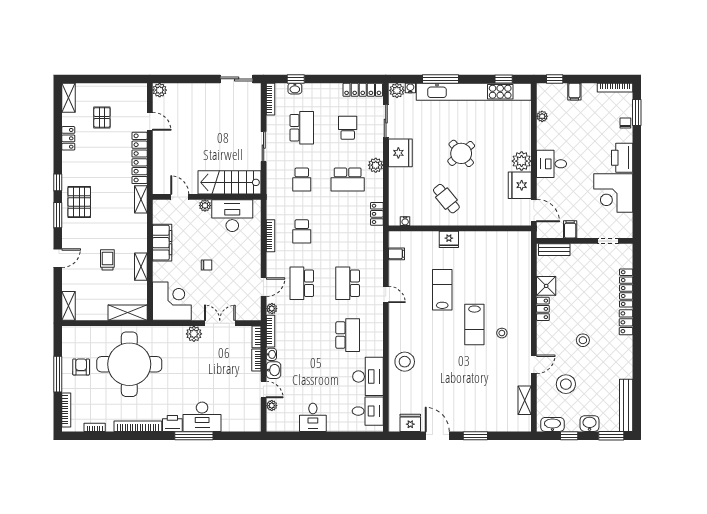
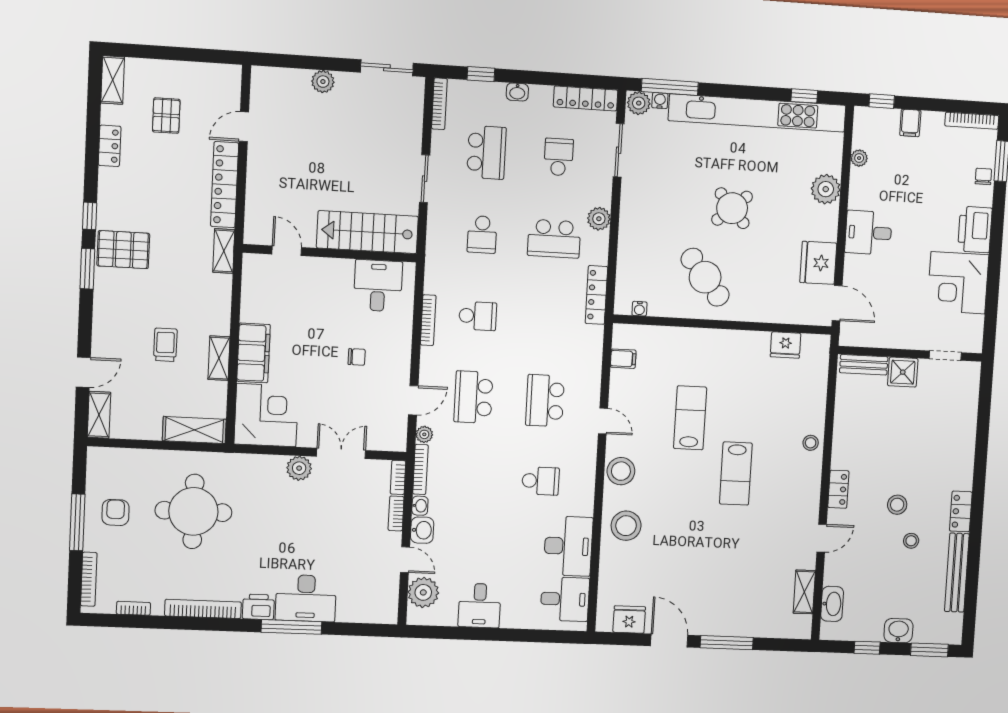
window: (441, 79) -> (670, 87), moved
washbasin: (295, 89) -> (517, 92), moved
plant: (160, 90) -> (323, 82), moved
door: (150, 121) -> (244, 127), swing flipped
fridge: (400, 153) -> (638, 202), removed
plant: (522, 161) -> (826, 189), moved
cafe table: (446, 199) -> (705, 277), width x1.37, depth x1.35
pallet: (79, 202) -> (123, 250), turned 90
plant: (205, 206) -> (326, 267), removed
locker: (377, 214) -> (596, 295), width x1.53
desk: (232, 216) -> (378, 286), width x0.73
filing cabinet: (570, 229) -> (890, 335), removed
school desk: (302, 231) -> (478, 316), turned -90
fridge: (449, 239) -> (786, 345), moved
filing cabinet: (162, 243) -> (254, 353), moved
door: (58, 258) -> (83, 372), moved
chair: (207, 265) -> (357, 357), moved
shower: (546, 286) -> (903, 372), moved
locker: (626, 288) -> (967, 429), removed
locker: (543, 309) -> (838, 489), moved
locker: (626, 322) -> (961, 511), moved
stool: (399, 326) -> (621, 471), added
stool: (502, 333) -> (811, 443), moved
school desk: (348, 335) -> (541, 481), width x0.54
round table: (129, 364) -> (193, 511), width x0.73, depth x0.73
stool: (566, 384) -> (911, 541), moved, width x0.53, depth x0.53
bench: (626, 405) -> (957, 573), moved
plant: (272, 406) -> (423, 592), width x1.88, depth x1.88
washbasin: (552, 424) -> (832, 604), moved, turned 90
window: (475, 436) -> (727, 643), width x1.44

